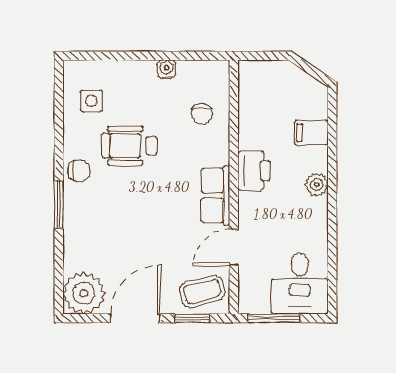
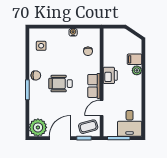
wheelchair: (130, 146) -> (60, 84), moved
plant: (317, 185) -> (137, 70), moved

